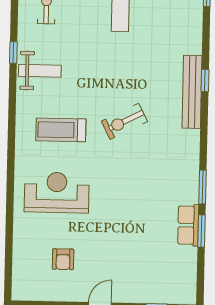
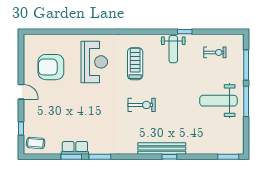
exercise bike: (124, 121) -> (142, 105), turned 117
armchair: (63, 259) -> (51, 67), width x1.88, depth x1.88
coffee table: (179, 285) -> (36, 143), added

